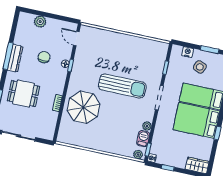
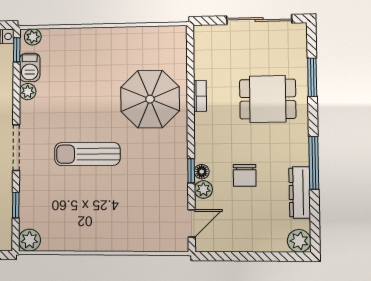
plant: (40, 22) -> (299, 241), moved
door: (76, 39) -> (192, 223), hinge flipped
plant: (162, 48) -> (29, 240), added
plant: (66, 54) -> (203, 189), added
dresser: (15, 58) -> (300, 192), moved
sun lounger: (122, 86) -> (87, 154), width x0.73, depth x0.75

